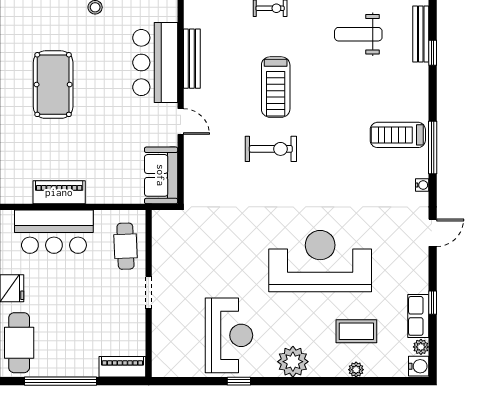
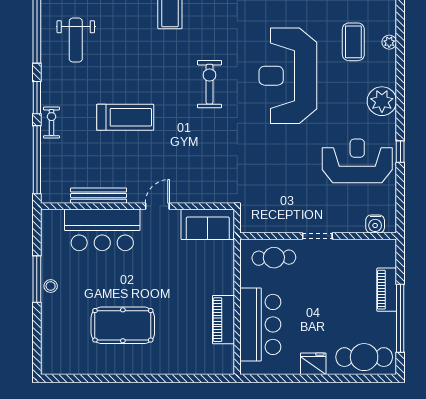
exercise bike: (271, 149) -> (210, 84), moved
water cooler: (161, 354) -> (375, 224), added
piano: (122, 367) -> (387, 290), moved

